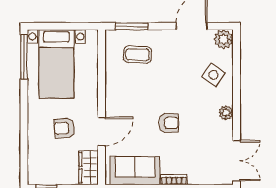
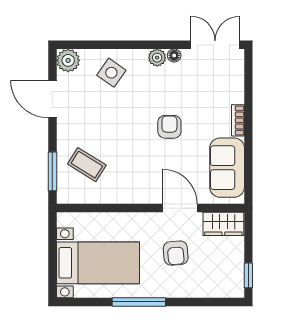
coffee table: (137, 55) -> (87, 165), turned -60
window: (24, 57) -> (139, 302), moved
floor lamp: (228, 127) -> (174, 56), added

